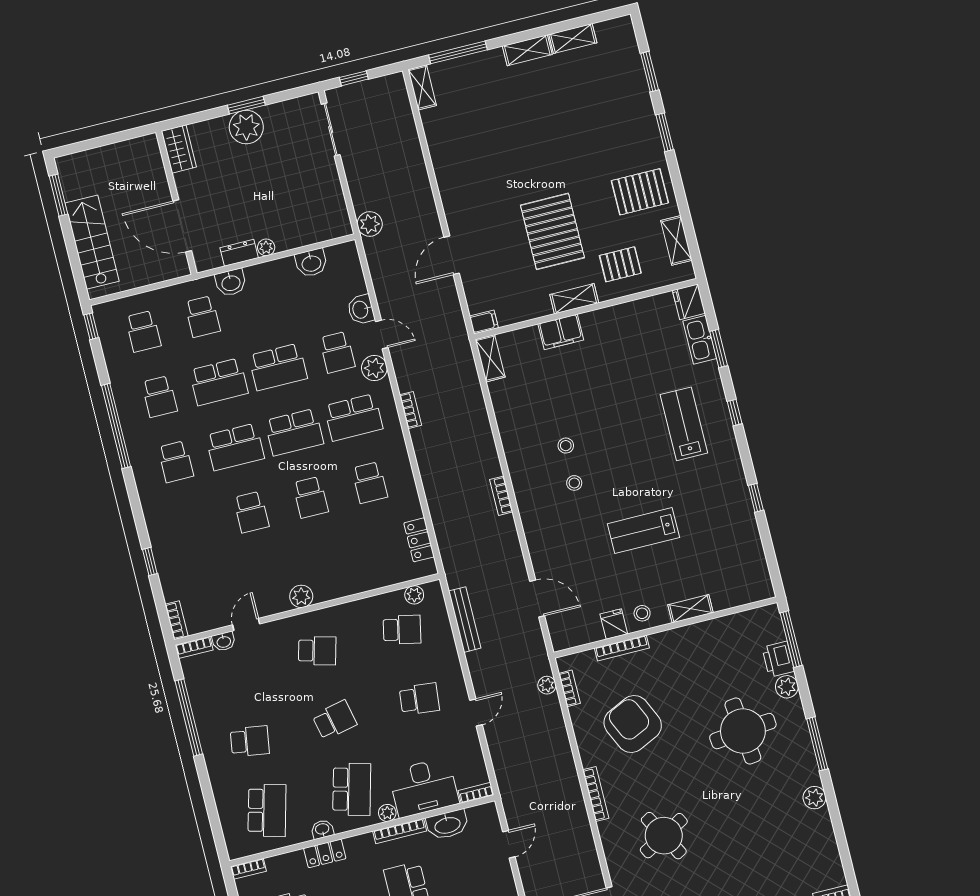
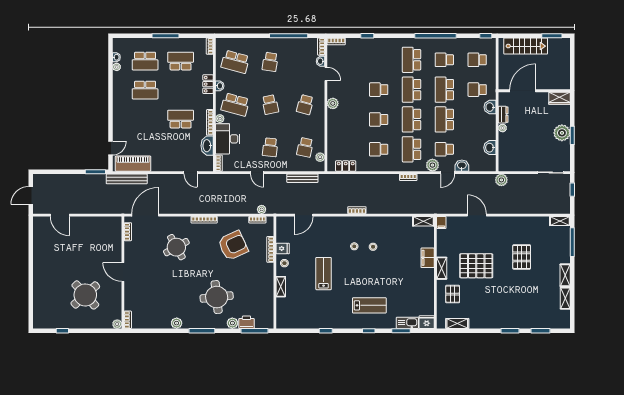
pallet: (640, 192) -> (522, 257), moved
school desk: (176, 462) -> (412, 60), width x1.85

